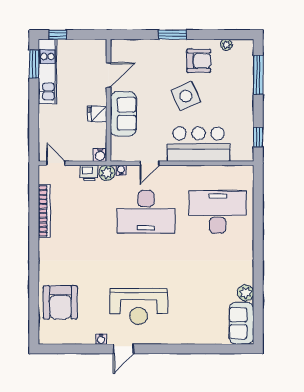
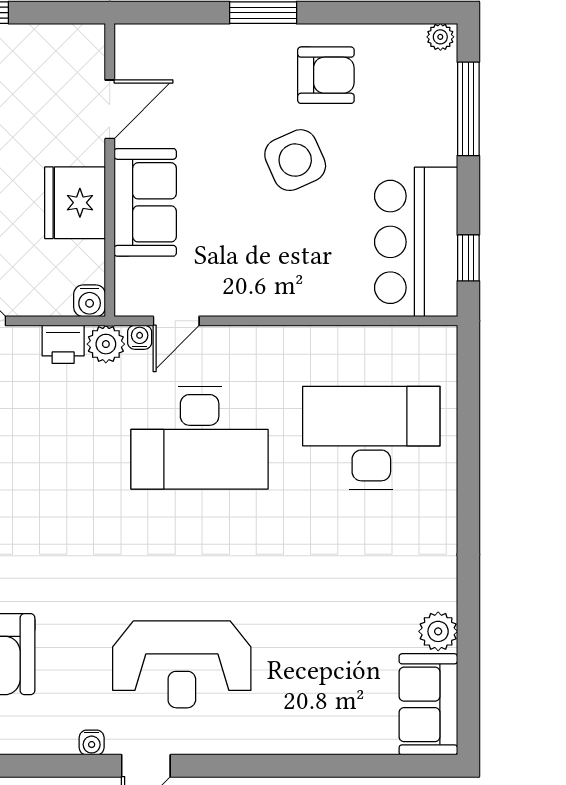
plant: (226, 45) -> (440, 37), moved
fridge: (97, 114) -> (75, 203), width x1.88, depth x1.34
bar counter: (199, 144) -> (416, 242), moved, turned -90
door: (150, 163) -> (176, 321), moved

